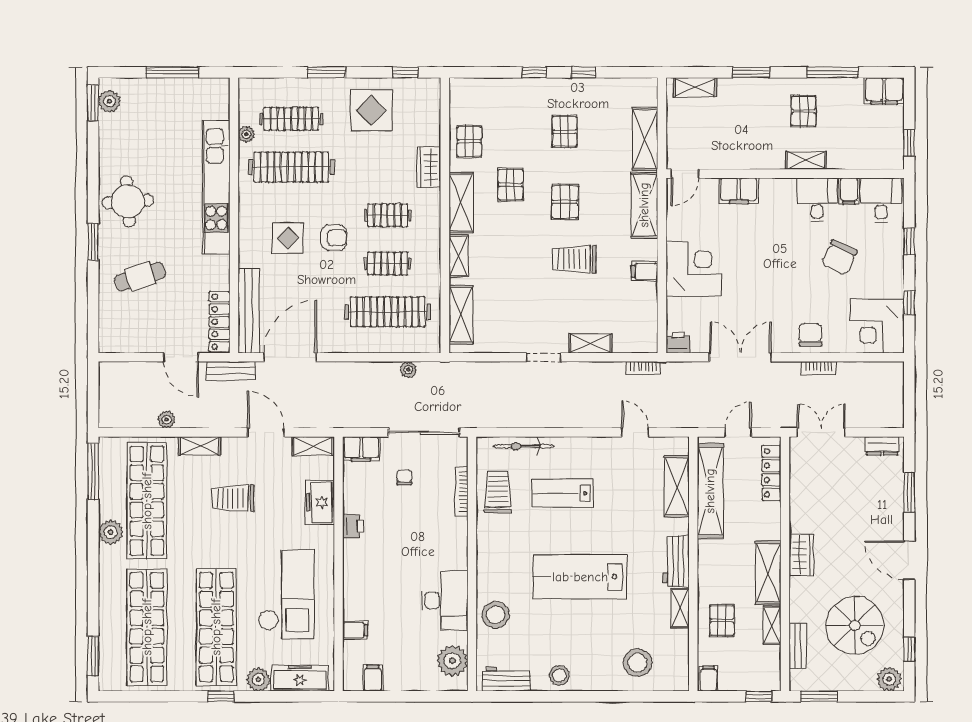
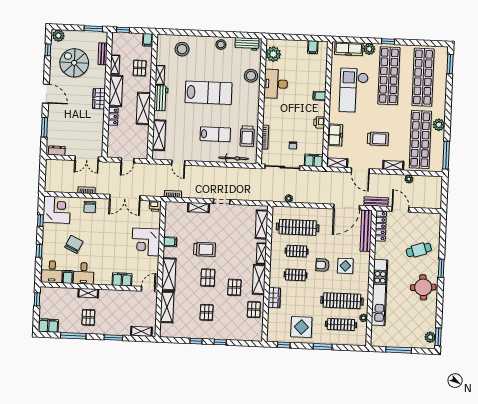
locker: (771, 473) -> (113, 116), moved, width x0.66
shelving: (710, 491) -> (143, 108), moved, width x0.68
filing cabinet: (355, 630) -> (319, 96), moved

